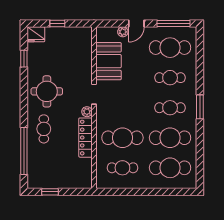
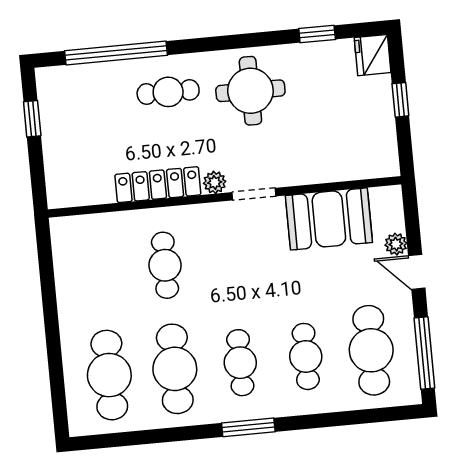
cafe table: (122, 138) -> (165, 265), width x0.73, depth x0.74
cafe table: (122, 168) -> (100, 271), removed

